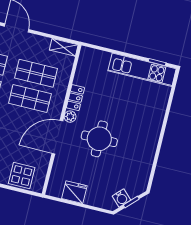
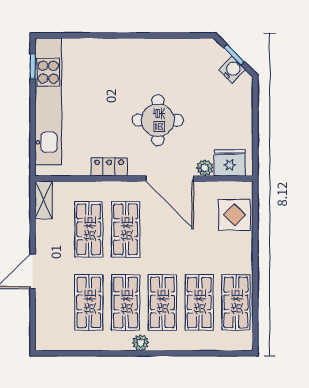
kitchen unit: (142, 70) -> (48, 101), width x1.36
plant: (70, 117) -> (205, 168), moved
fridge: (74, 192) -> (230, 163), moved, turned 90

